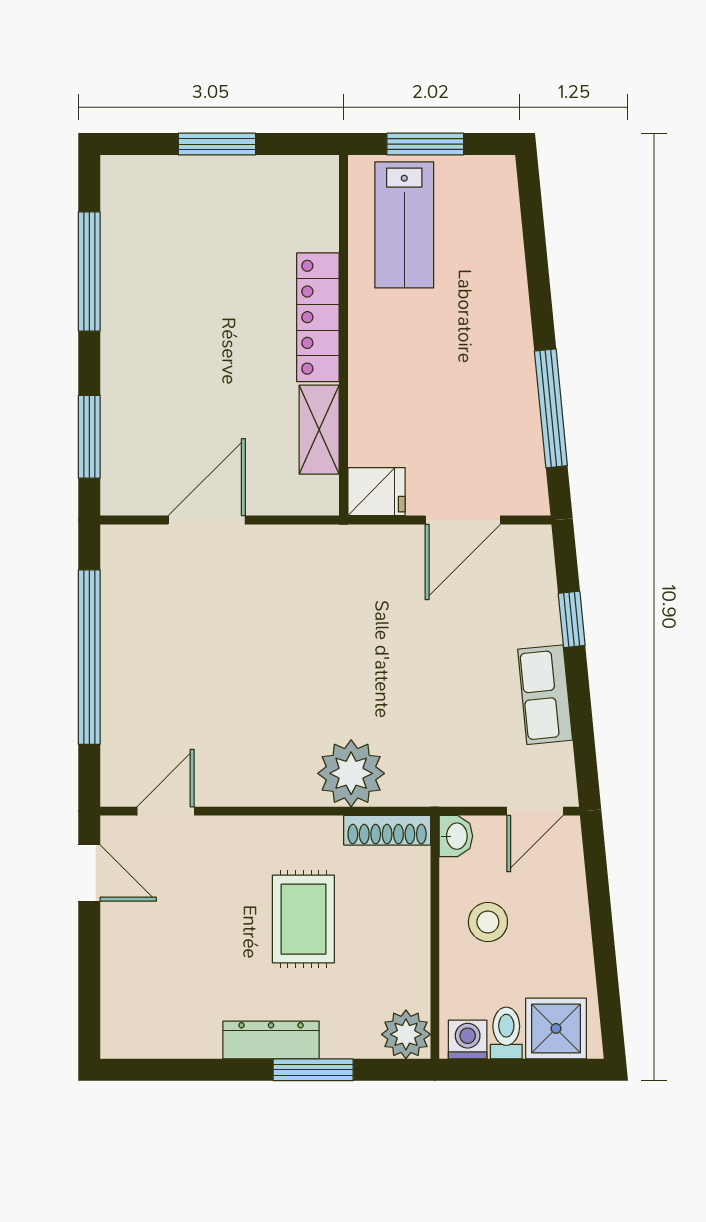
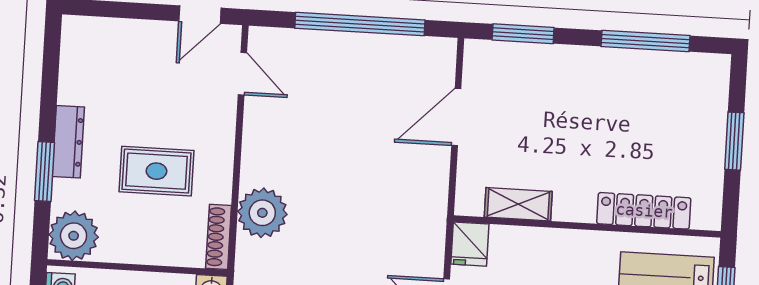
locker: (318, 317) -> (644, 211), moved
door: (207, 520) -> (456, 117), swing flipped
plant: (406, 1034) -> (74, 236), width x1.36, depth x1.36

